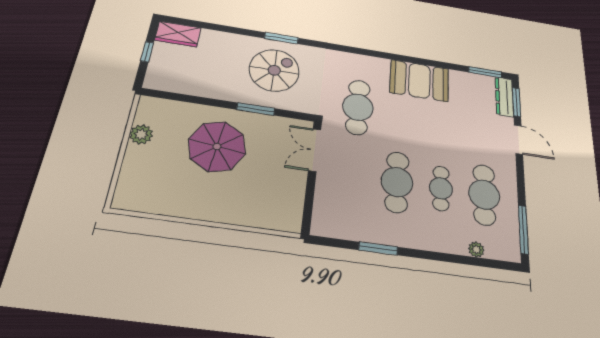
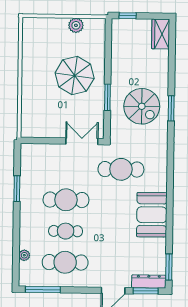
window: (147, 52) -> (128, 16), moved

